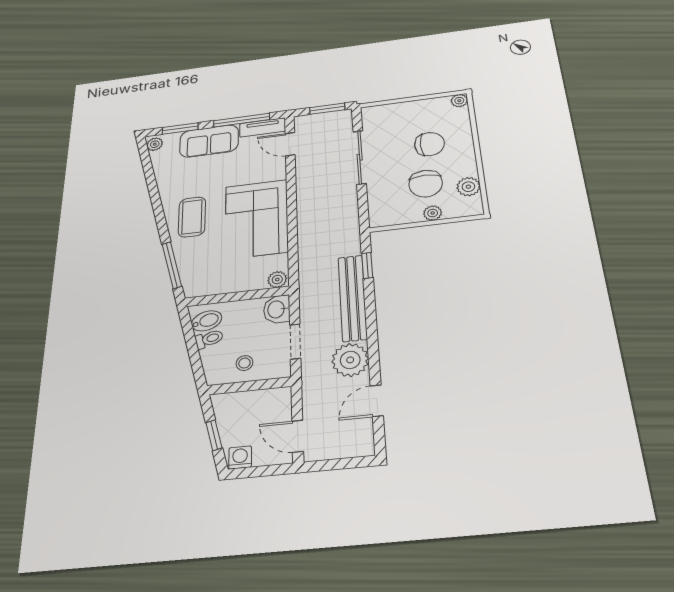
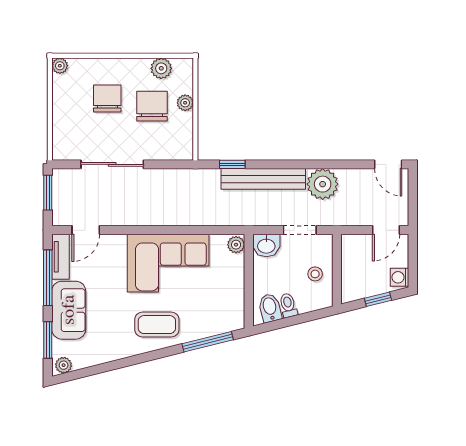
chair: (426, 184) -> (152, 106), turned -90
door: (377, 401) -> (388, 164), moved

